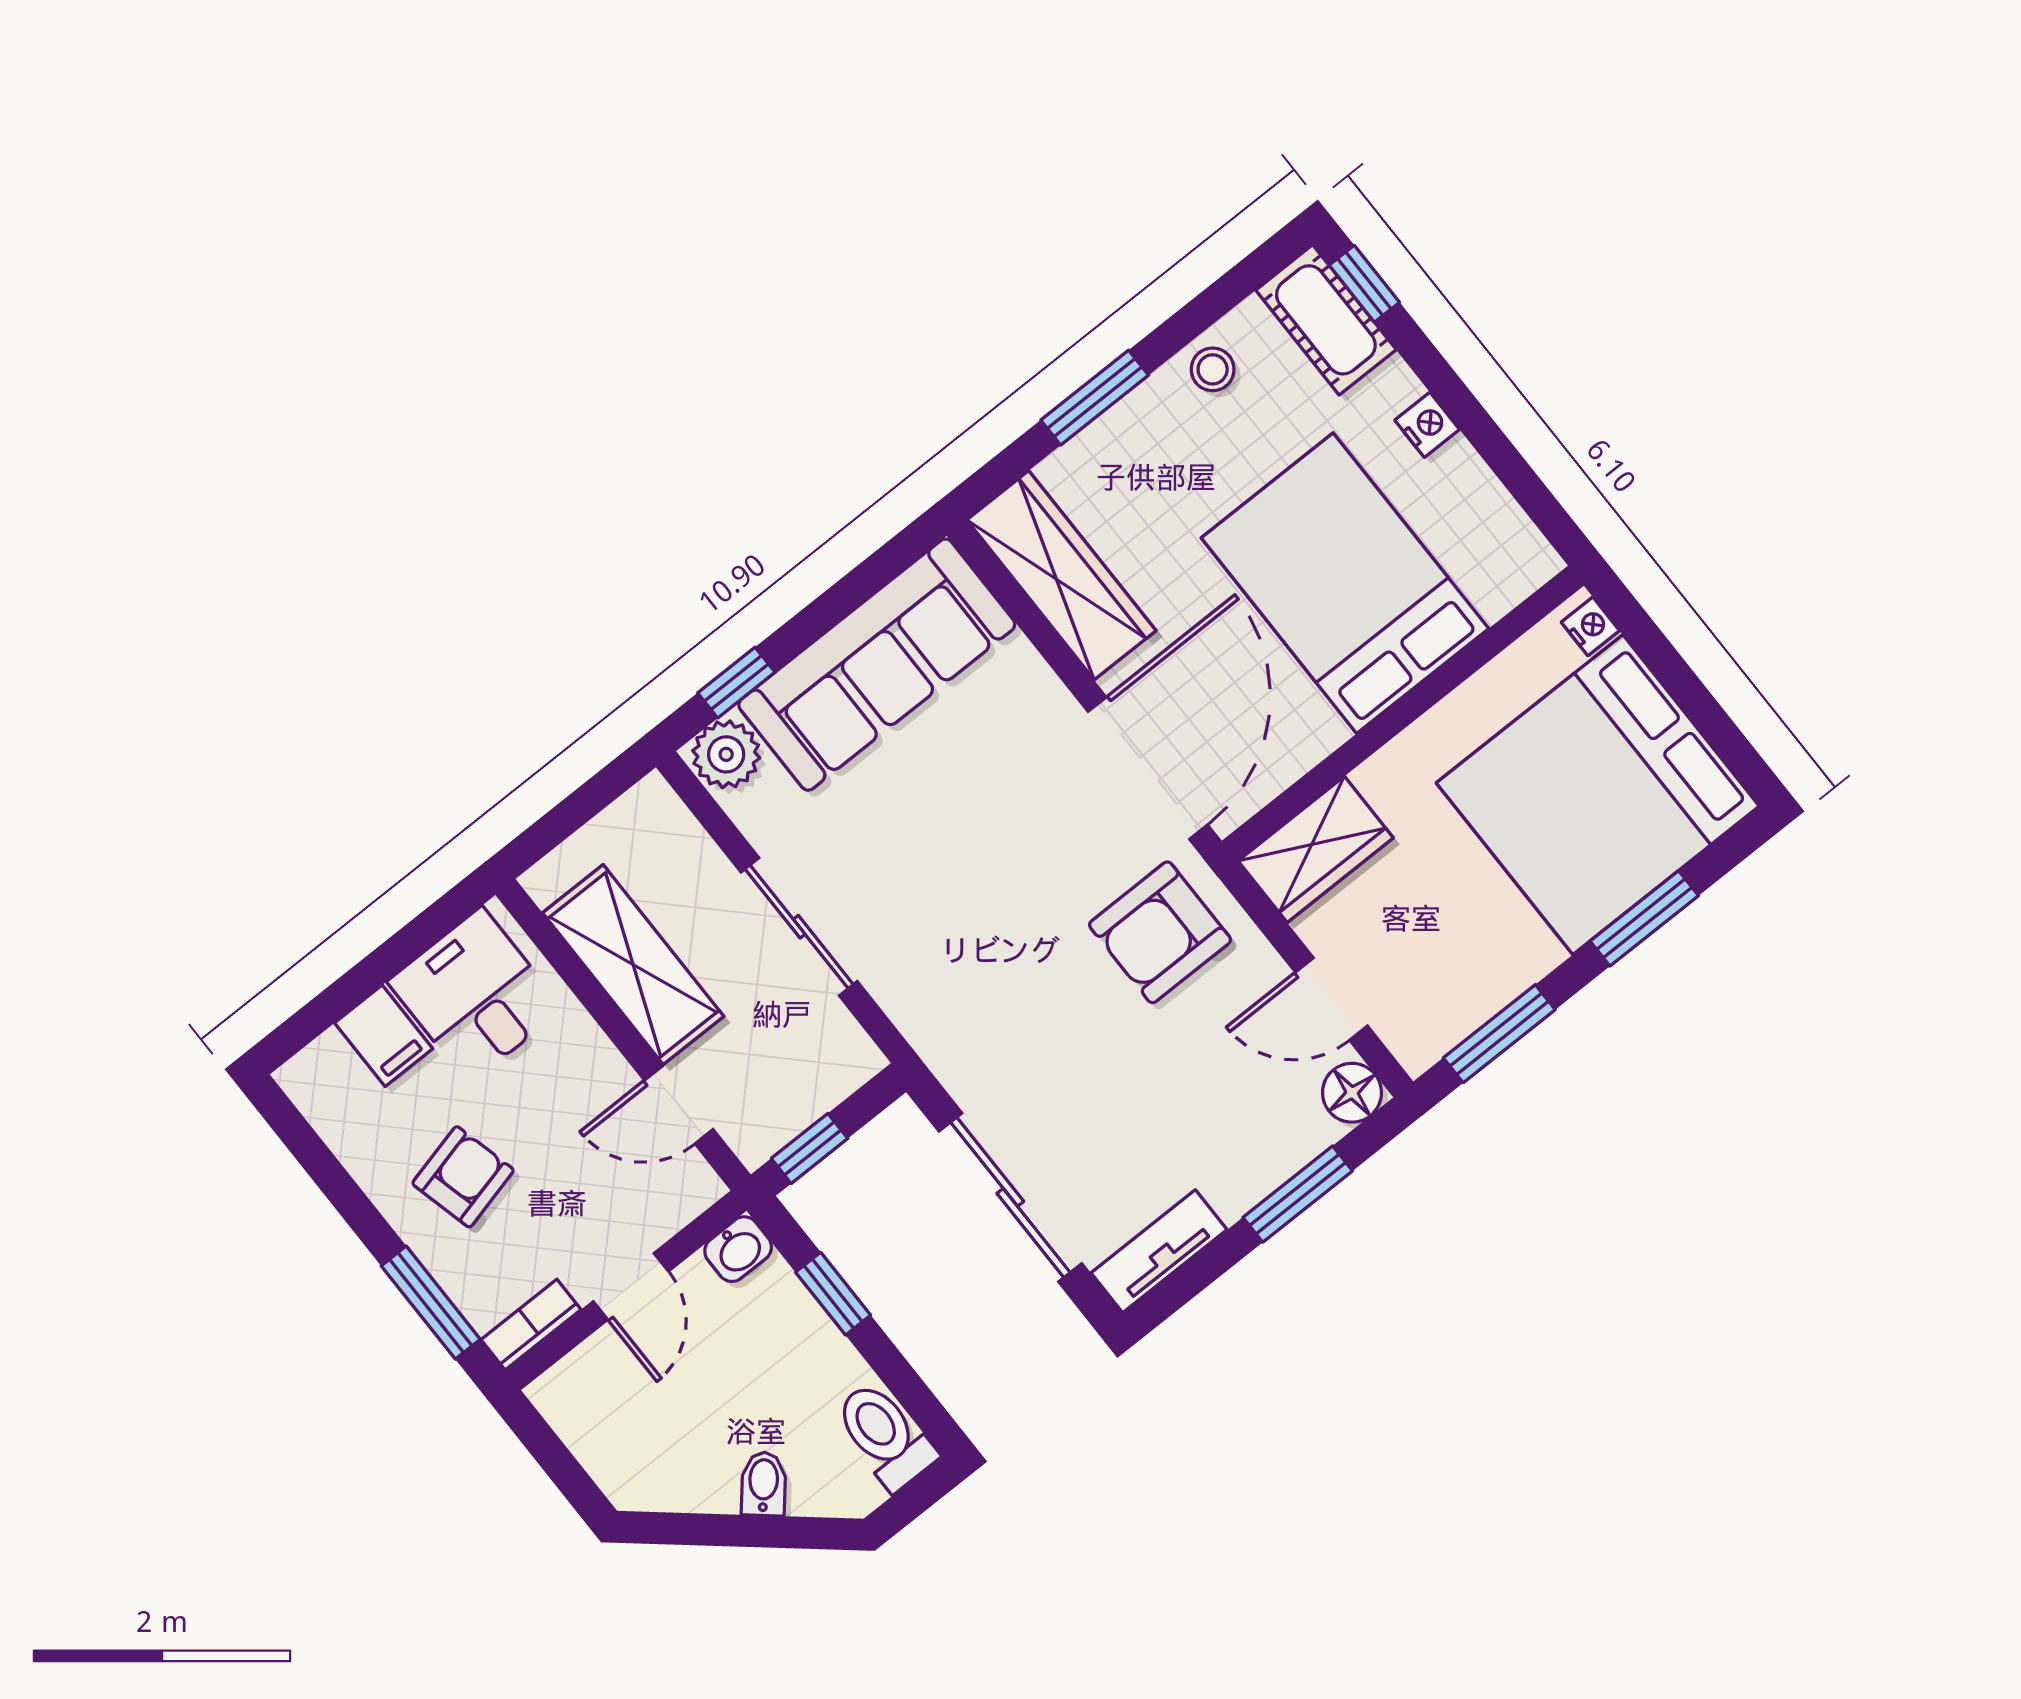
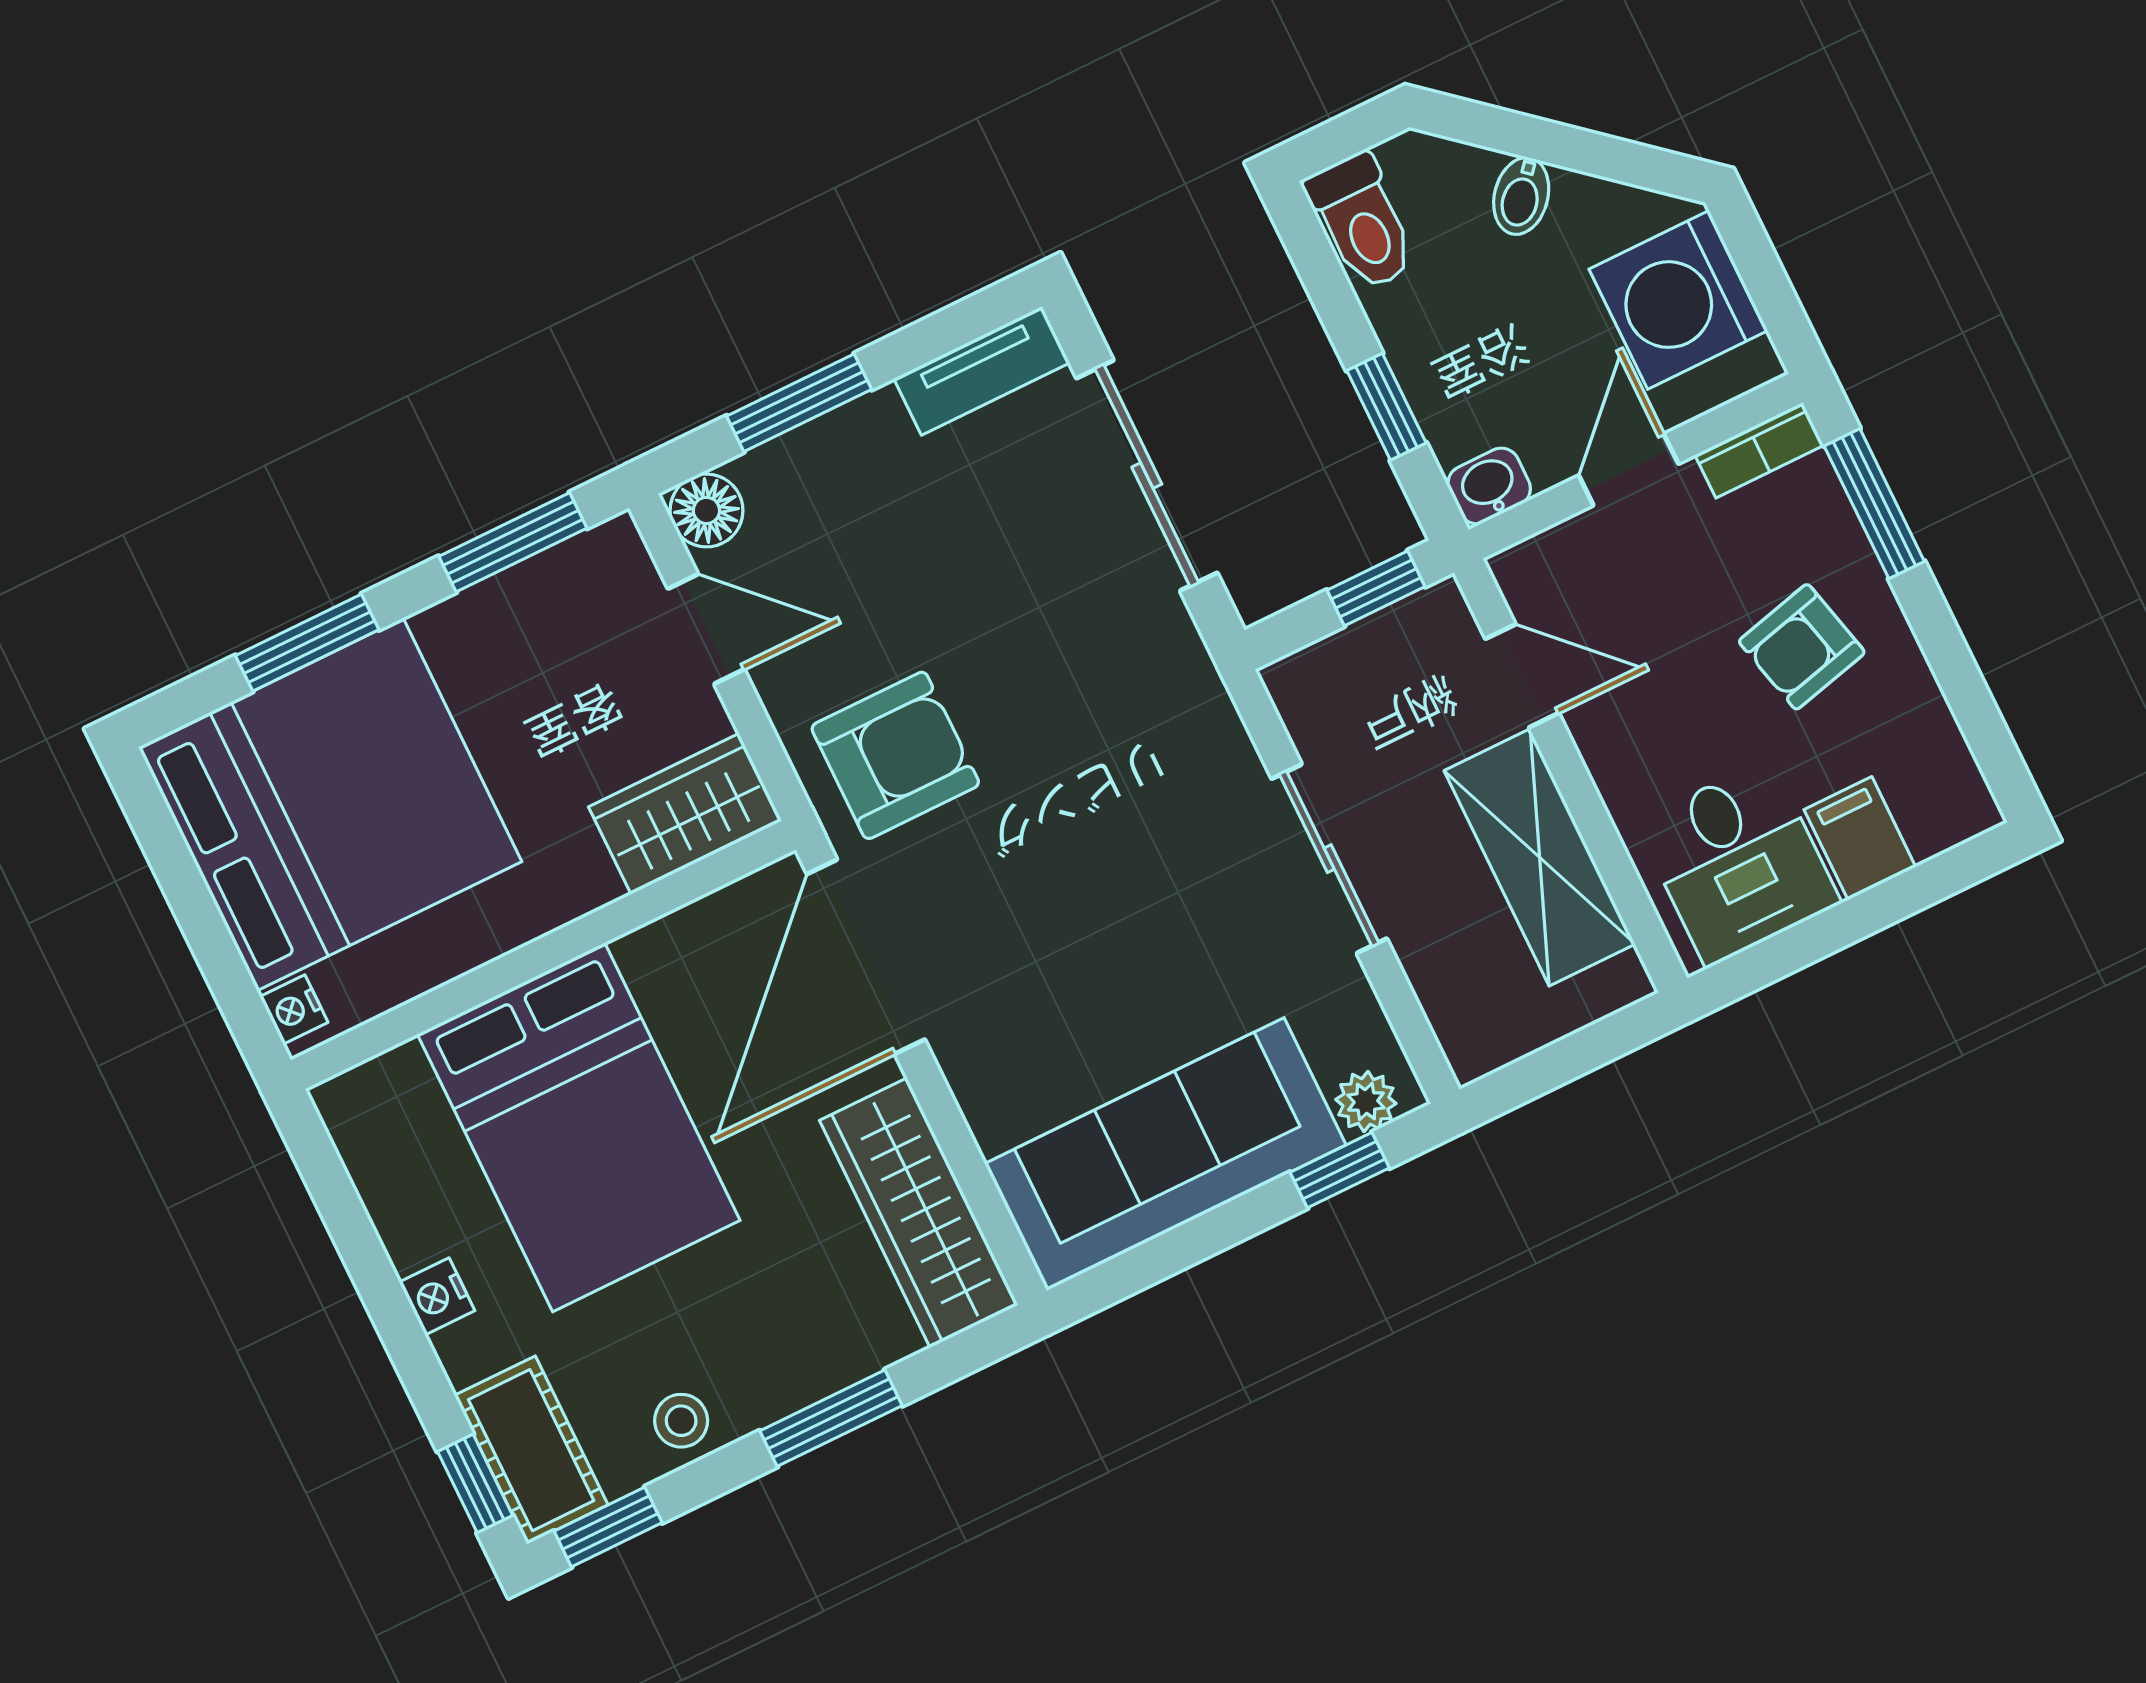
window: (1252, 273) -> (608, 1527), added
plant: (726, 754) -> (1366, 1101), width x0.73, depth x0.73
washing machine: (621, 1429) -> (1678, 300), added

